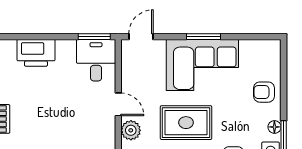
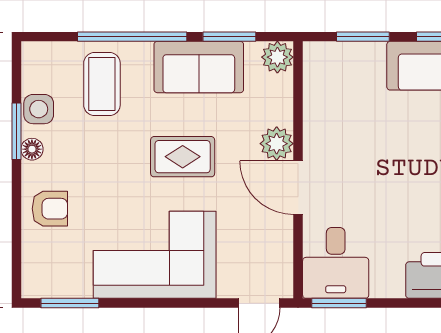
window: (204, 37) -> (70, 303), moved
door: (118, 104) -> (298, 188), width x1.38
rug: (186, 123) -> (183, 157), width x0.73, depth x0.70

